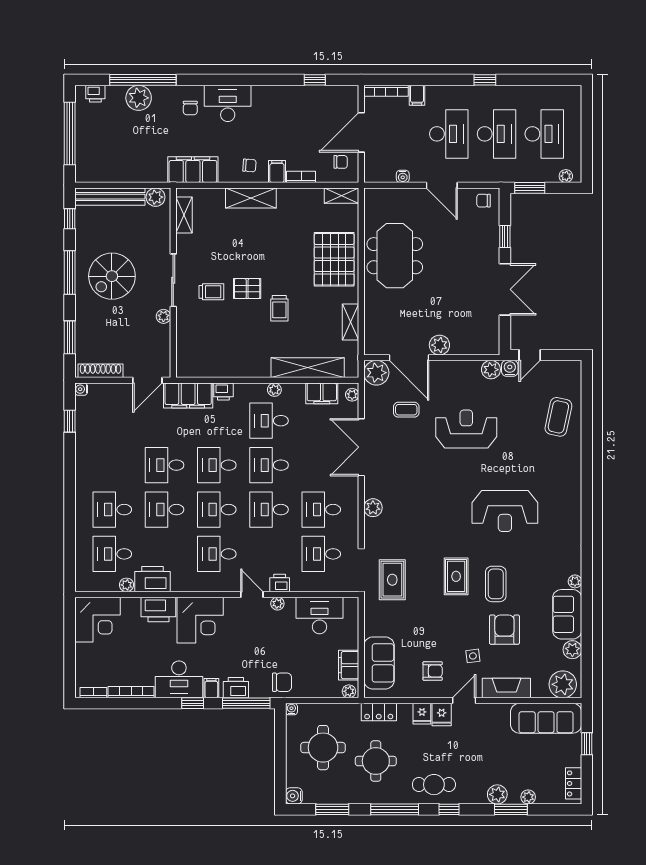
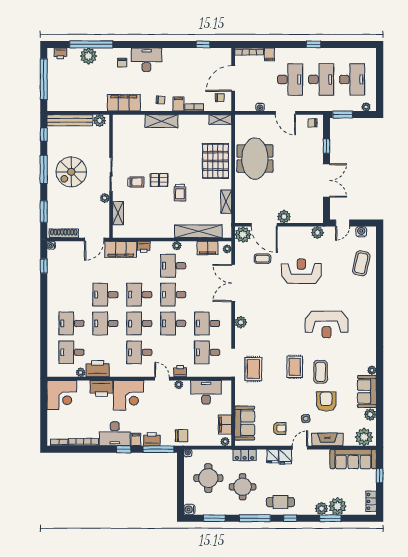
shelving: (184, 215) -> (118, 213), moved
water cooler: (510, 368) -> (361, 232), moved
plant: (528, 797) -> (337, 506), width x1.87, depth x1.87

